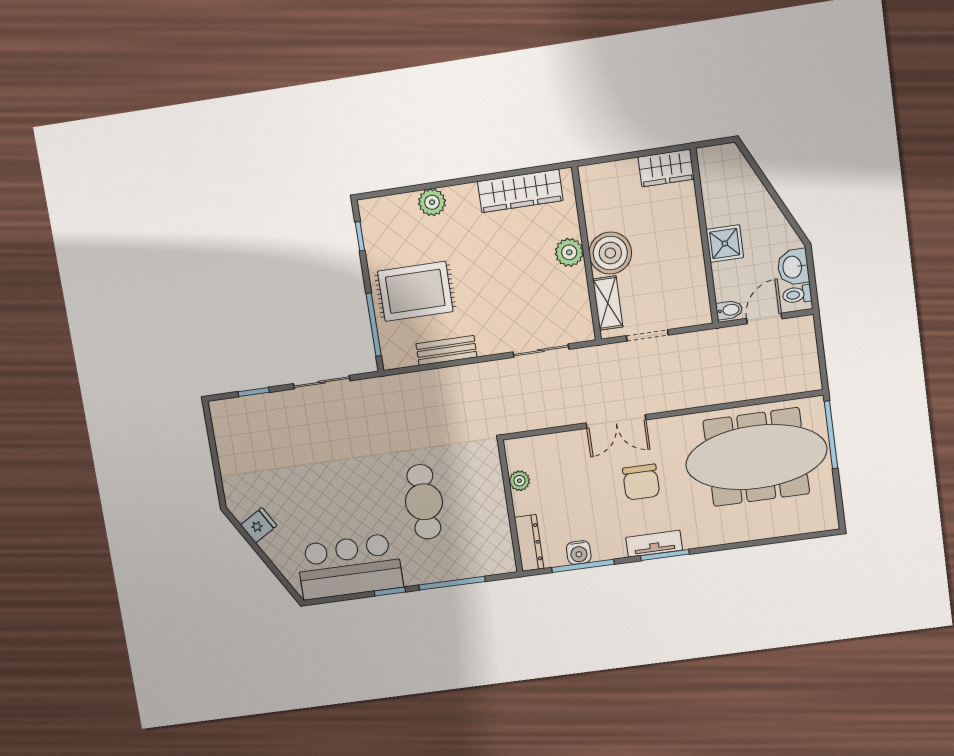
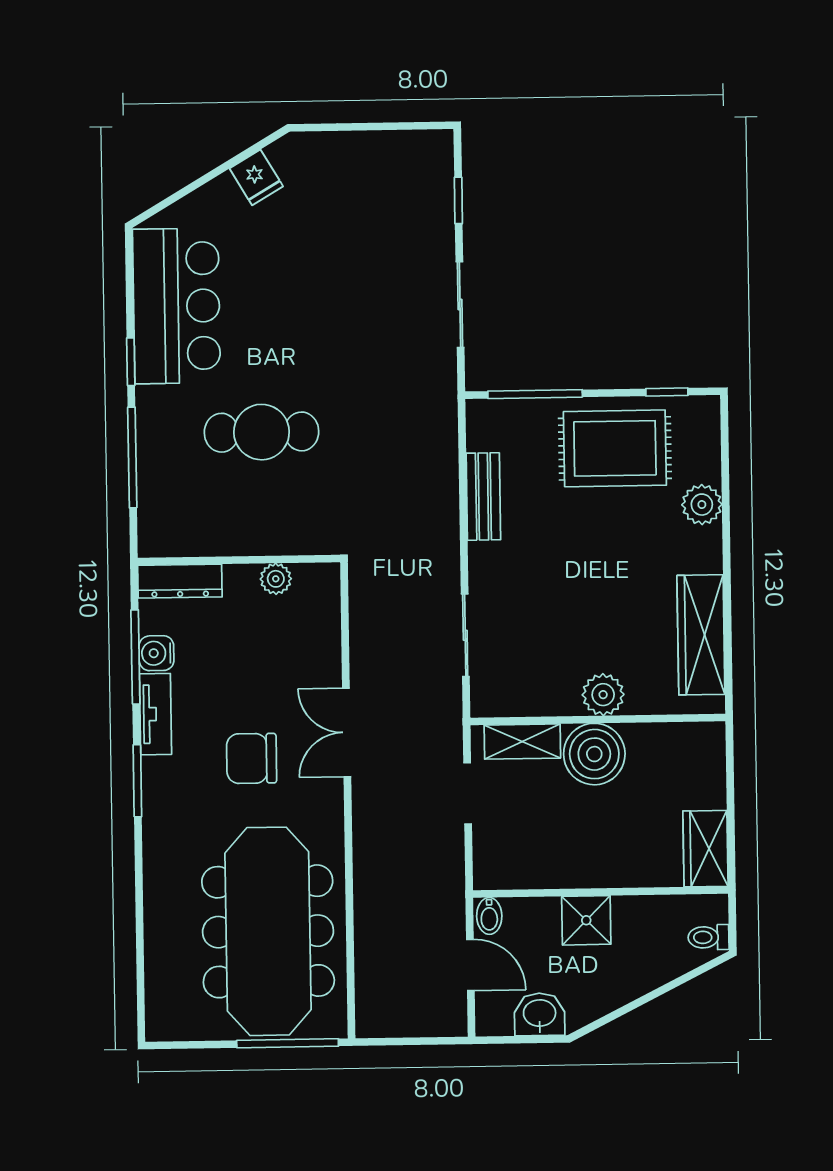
rug: (415, 291) -> (615, 448), moved, turned 90
toilet: (797, 295) -> (708, 937), moved, turned -90
tv unit: (654, 544) -> (156, 714), moved

